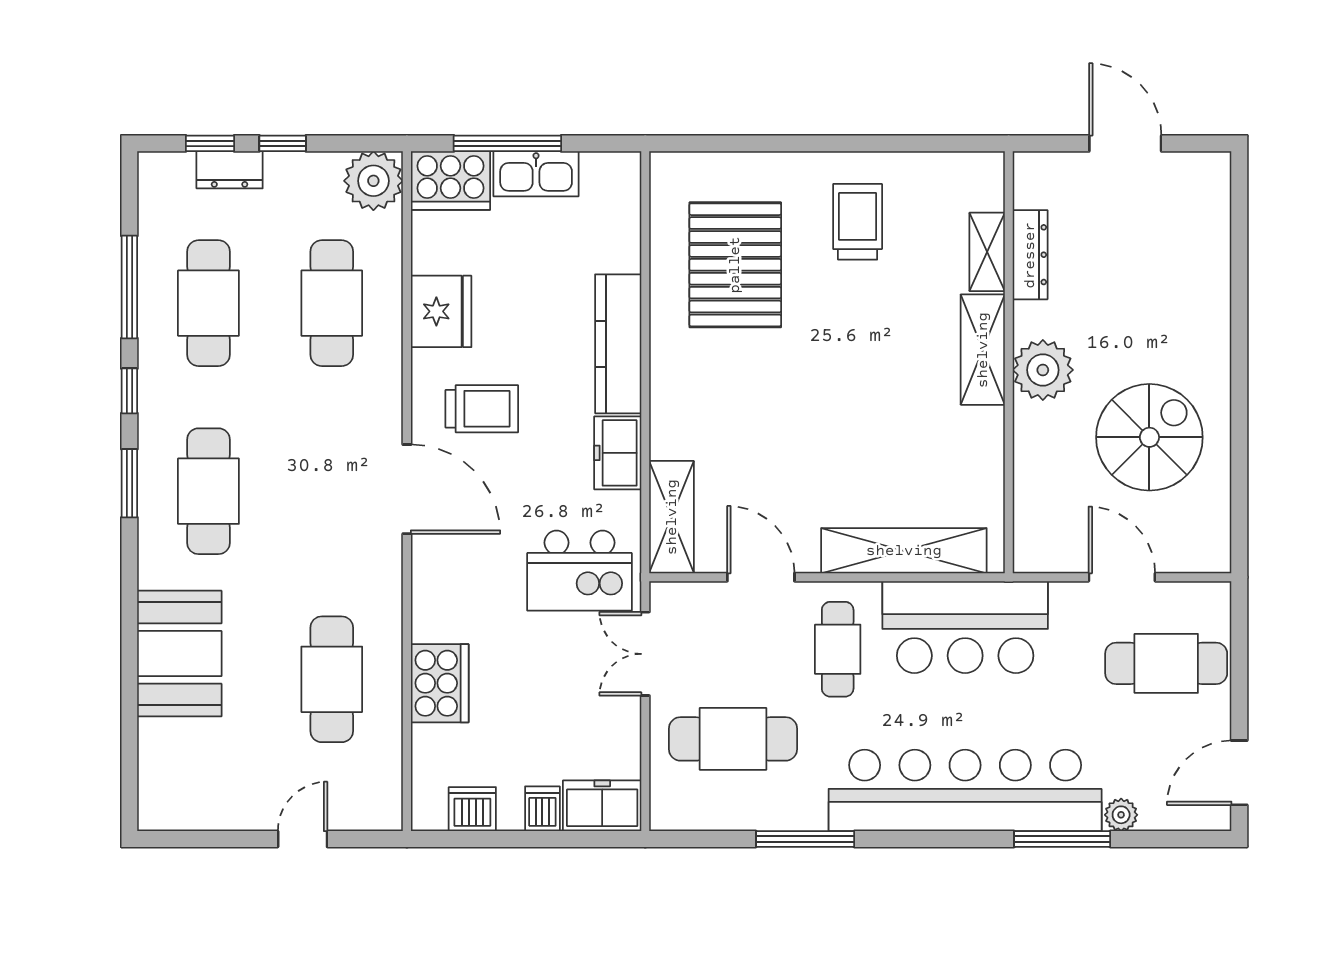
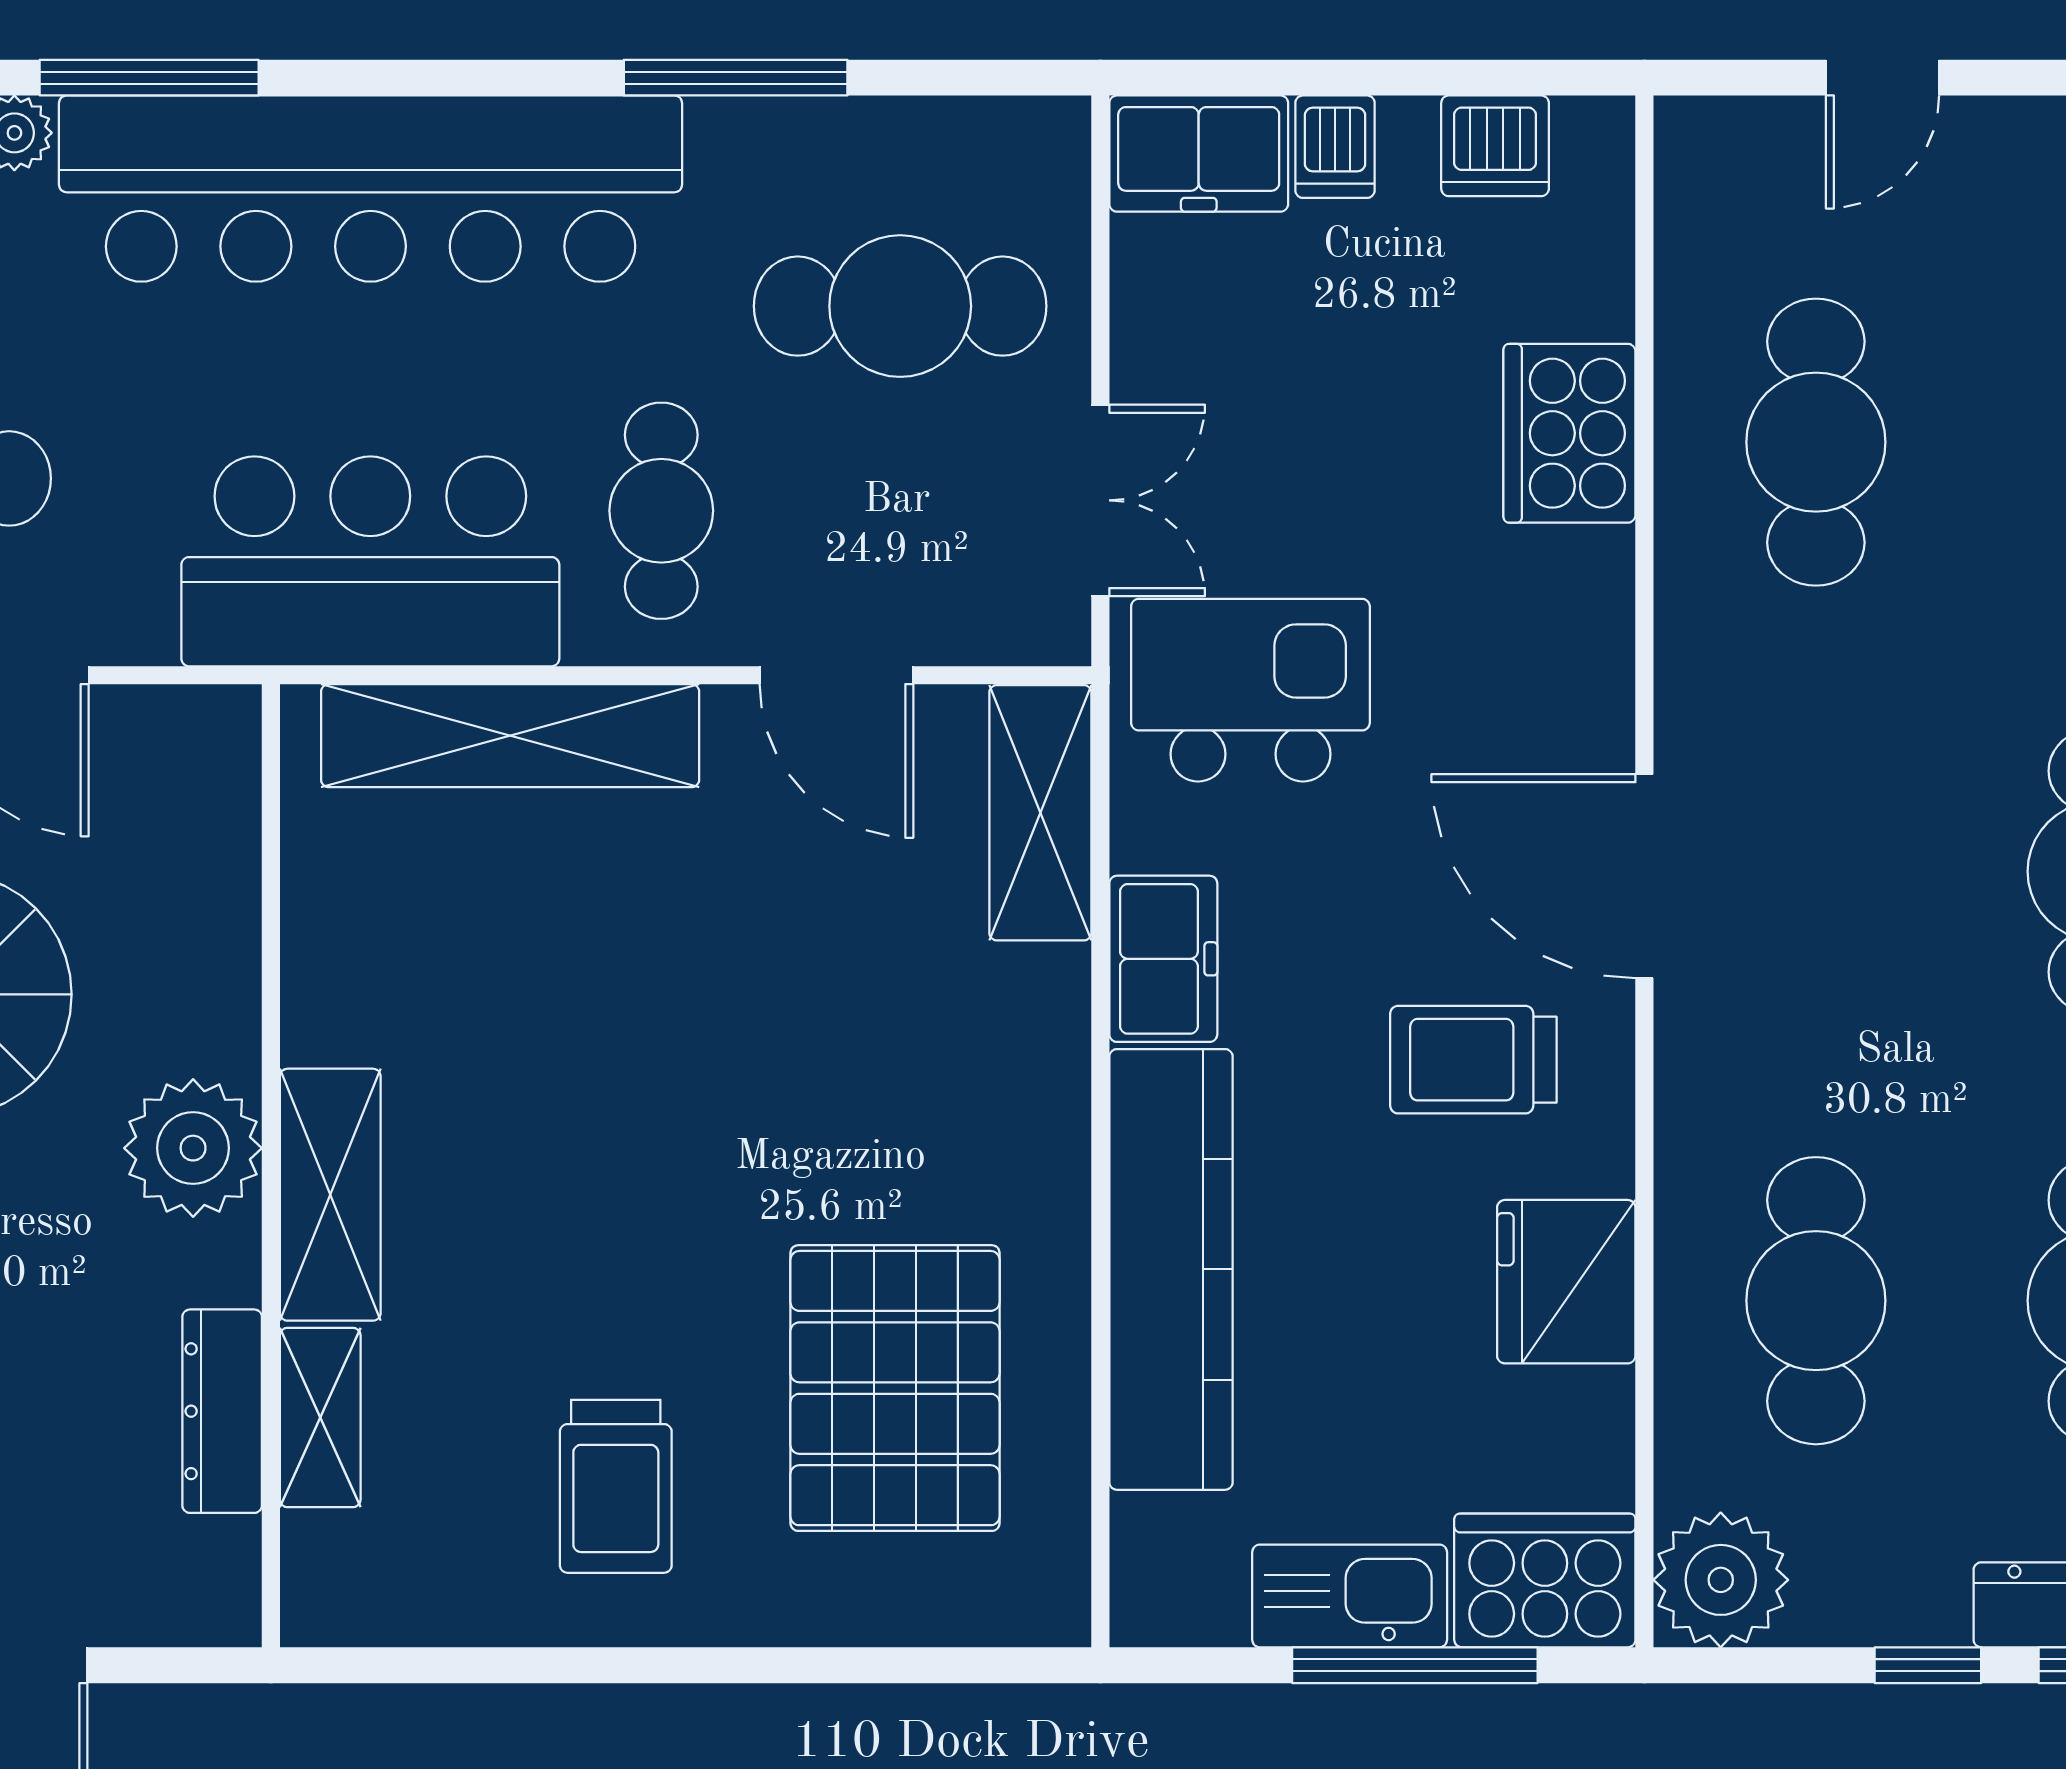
kitchen counter: (618, 344) -> (1171, 1269), width x1.39, depth x1.17

